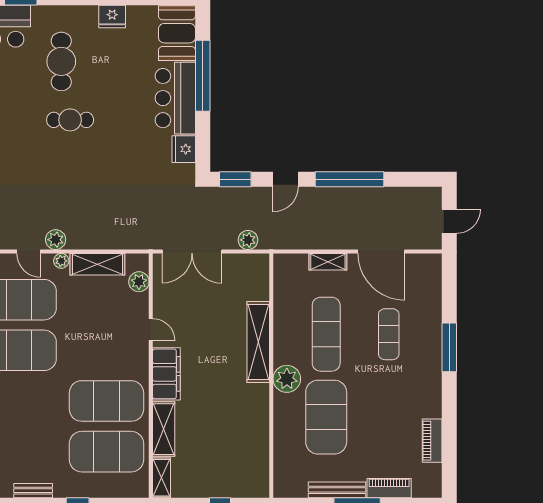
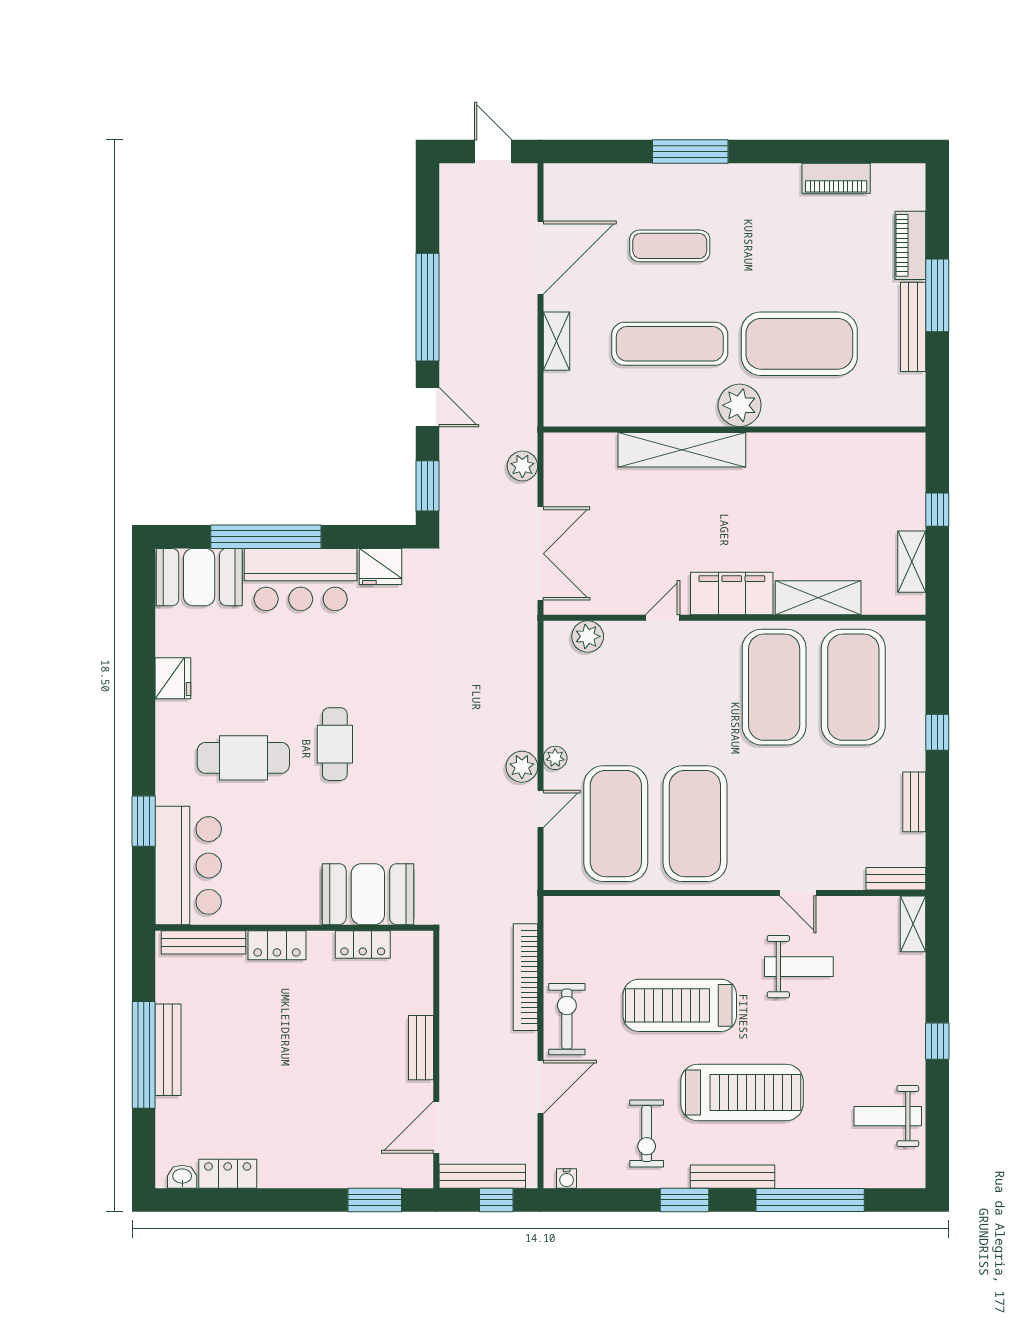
shelving: (97, 264) -> (560, 701), removed
shelving: (162, 478) -> (912, 562), moved, turned 90

